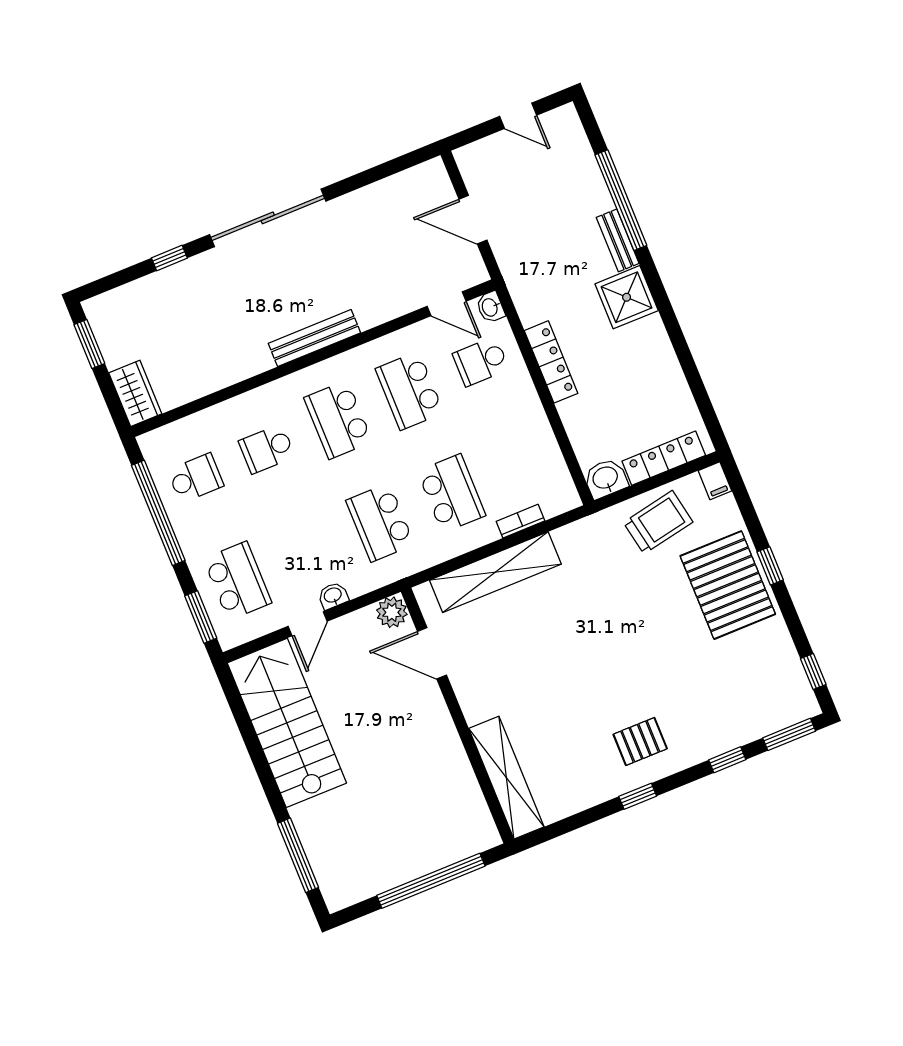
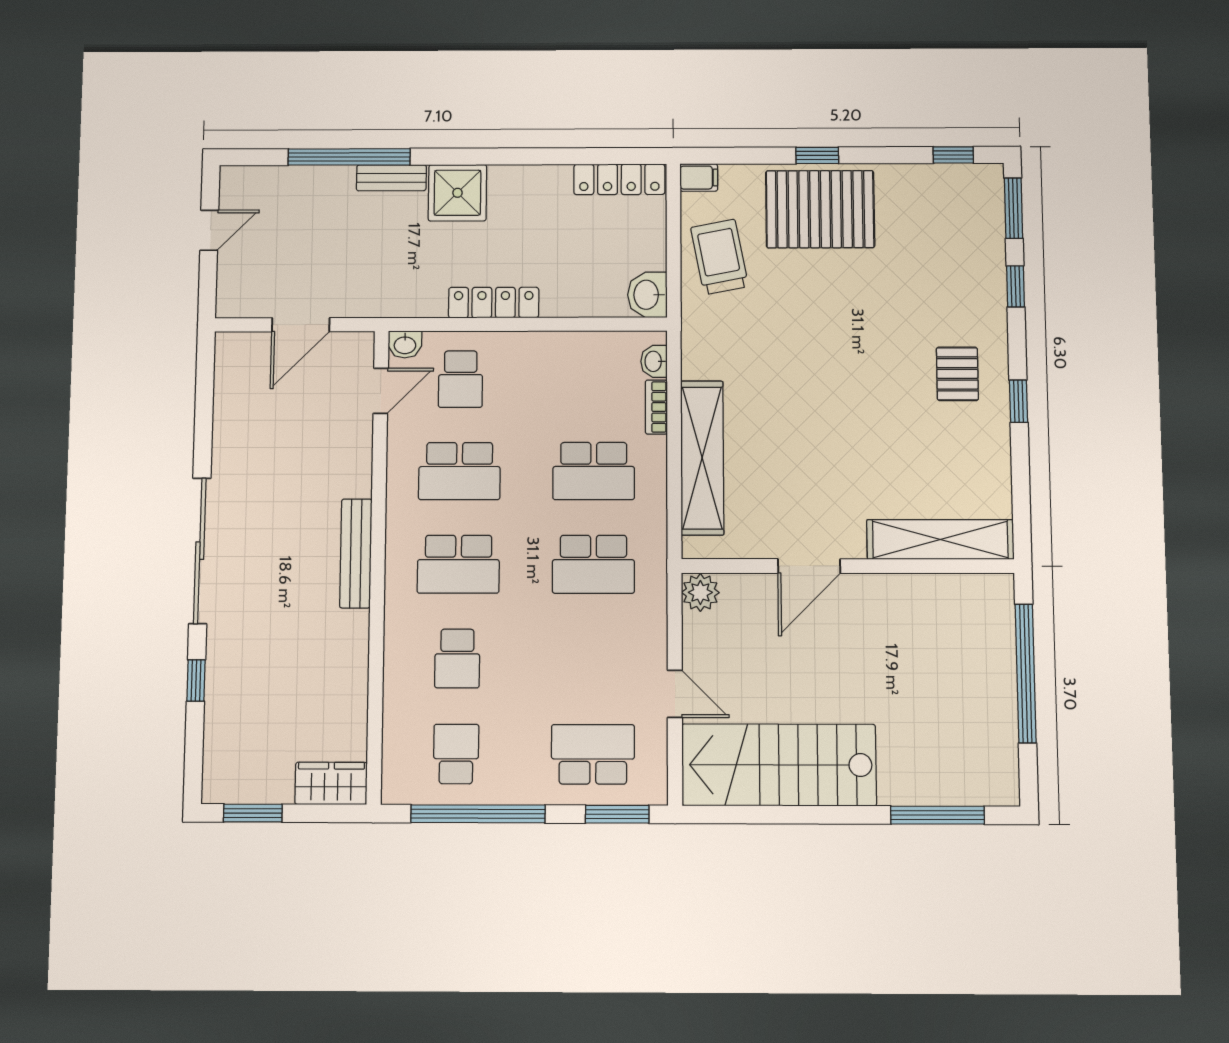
locker: (664, 458) -> (619, 179), moved, turned -90
school desk: (451, 493) -> (594, 471), turned 180
washbasin: (333, 596) -> (654, 361), moved
door: (432, 653) -> (809, 566), moved

